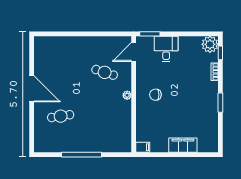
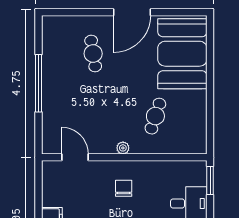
door: (134, 52) -> (75, 157), moved
booth: (61, 53) -> (182, 54), added
filing cabinet: (143, 147) -> (49, 170), removed

